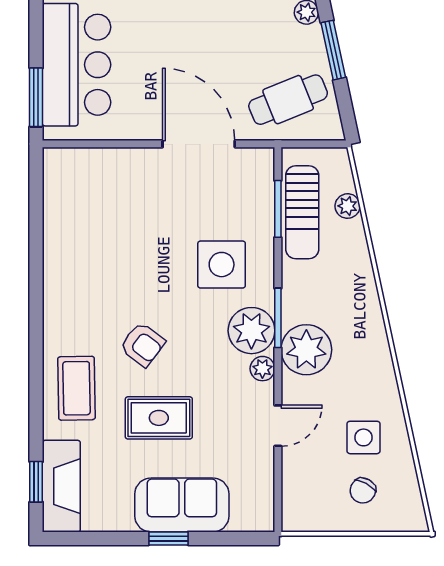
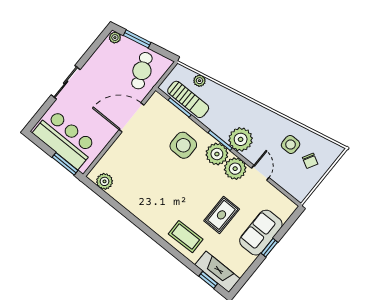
plant: (60, 184) -> (104, 181), added
armchair: (143, 344) -> (189, 199), removed
plant: (262, 369) -> (235, 169), width x1.88, depth x1.88

